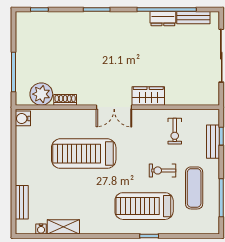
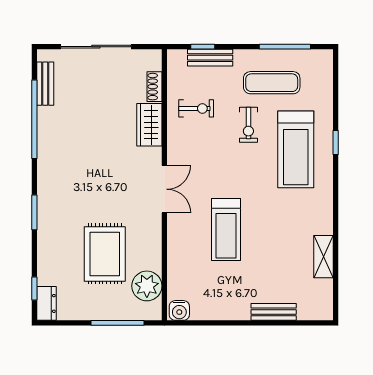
dresser: (163, 19) -> (46, 303), moved
rug: (65, 62) -> (105, 254), added
wardrobe: (148, 96) -> (149, 125), moved
shoe rack: (65, 100) -> (155, 87), moved
treadmill: (84, 154) -> (226, 230), width x0.73, depth x0.73
bench: (22, 202) -> (274, 312), moved
water cooler: (41, 229) -> (326, 286), removed

